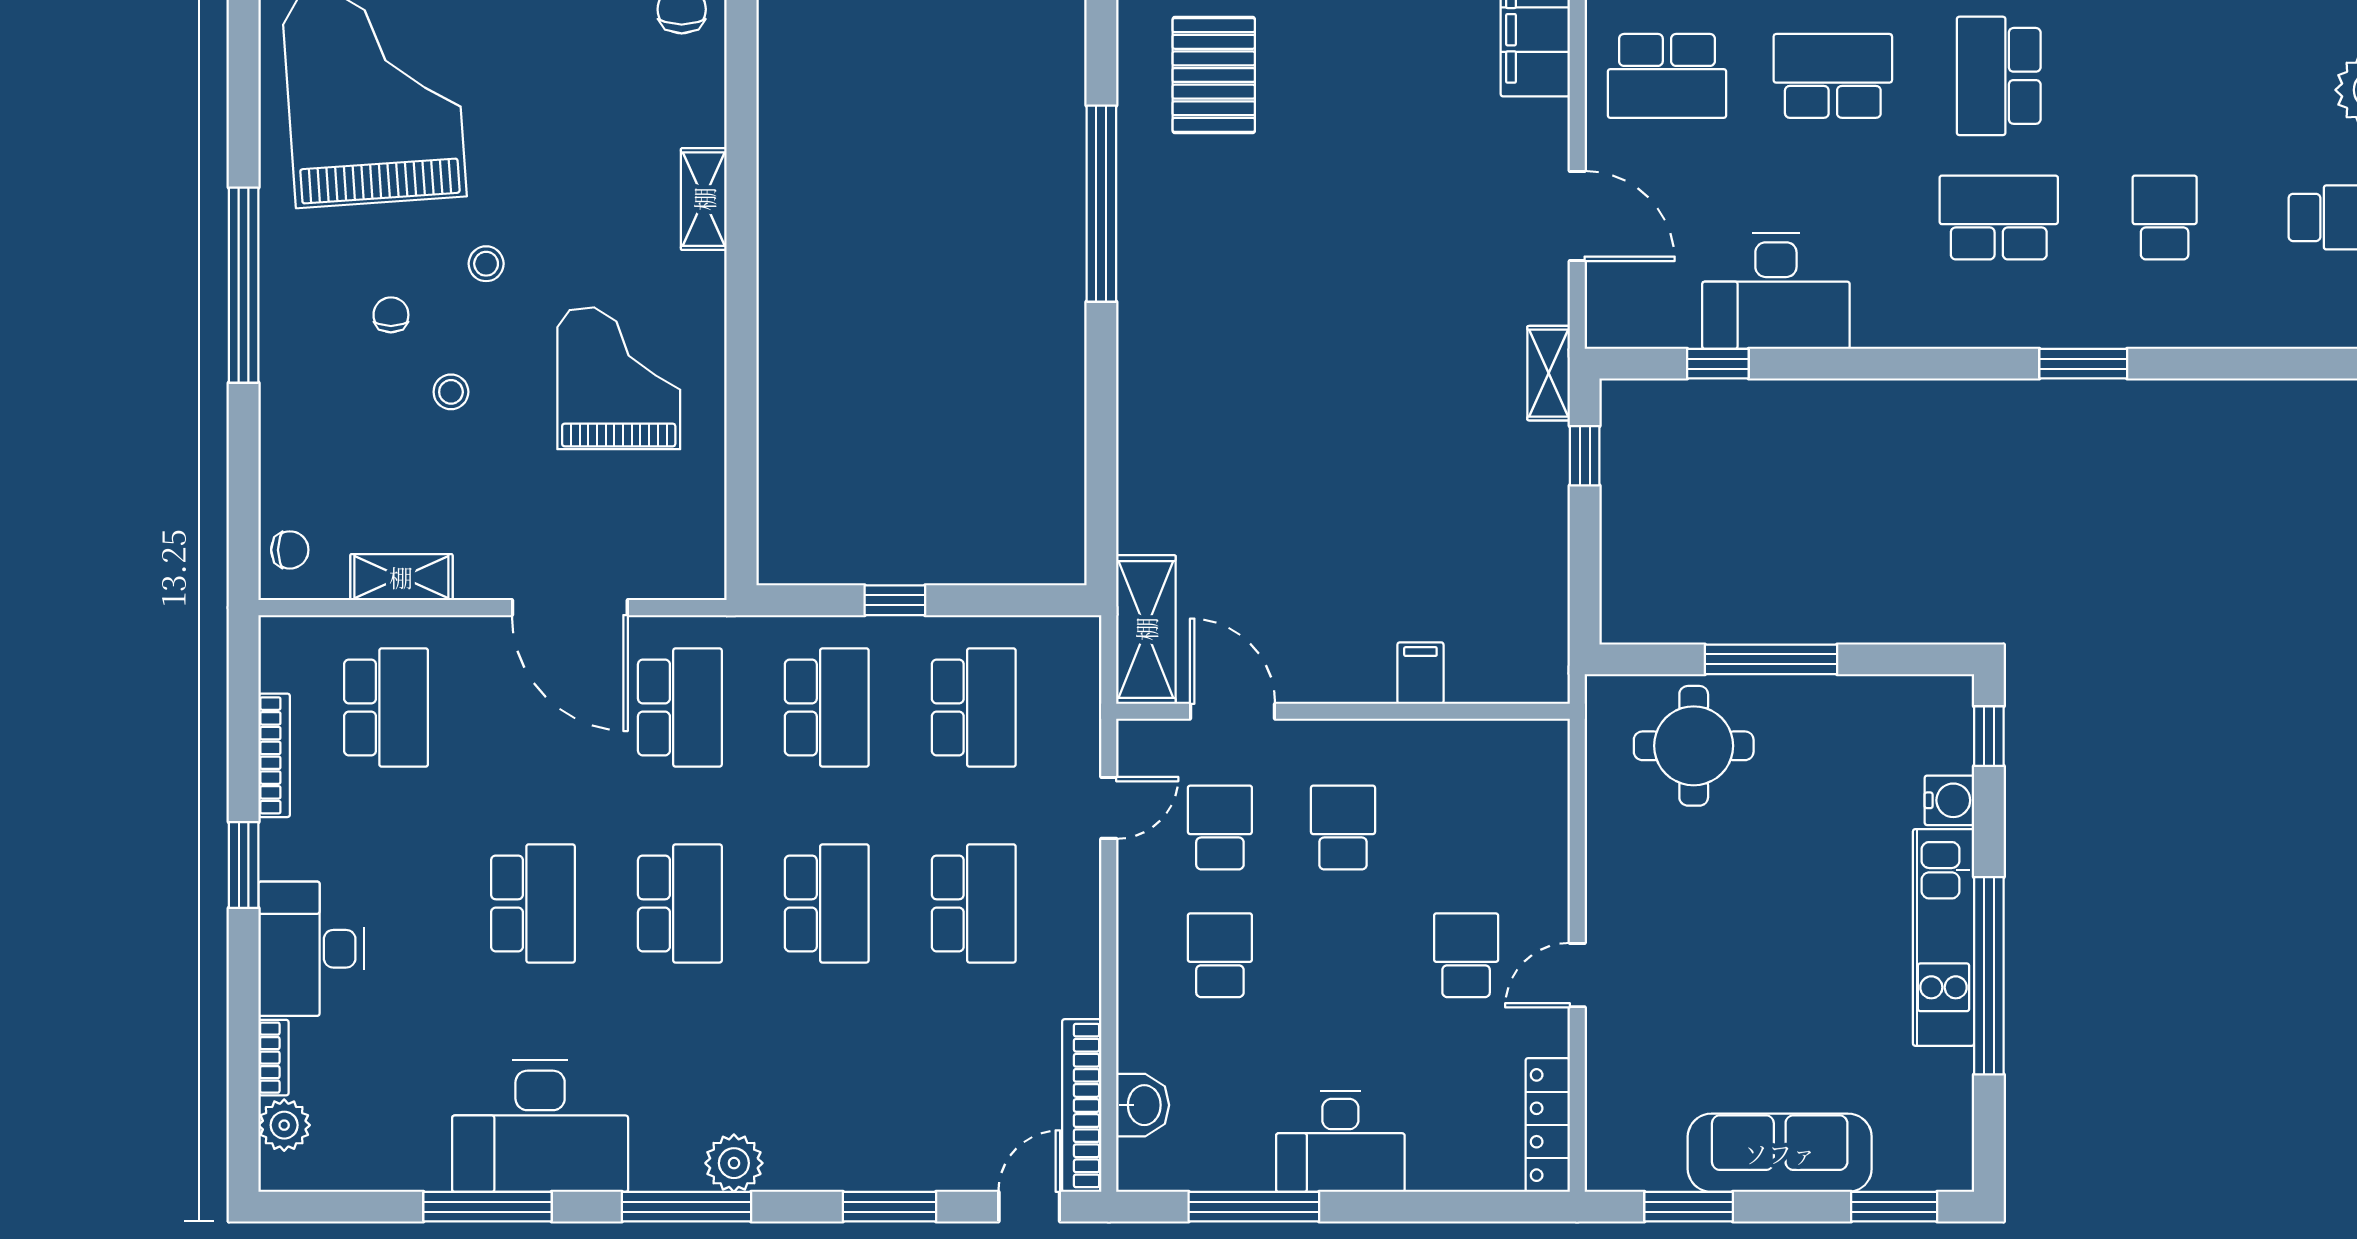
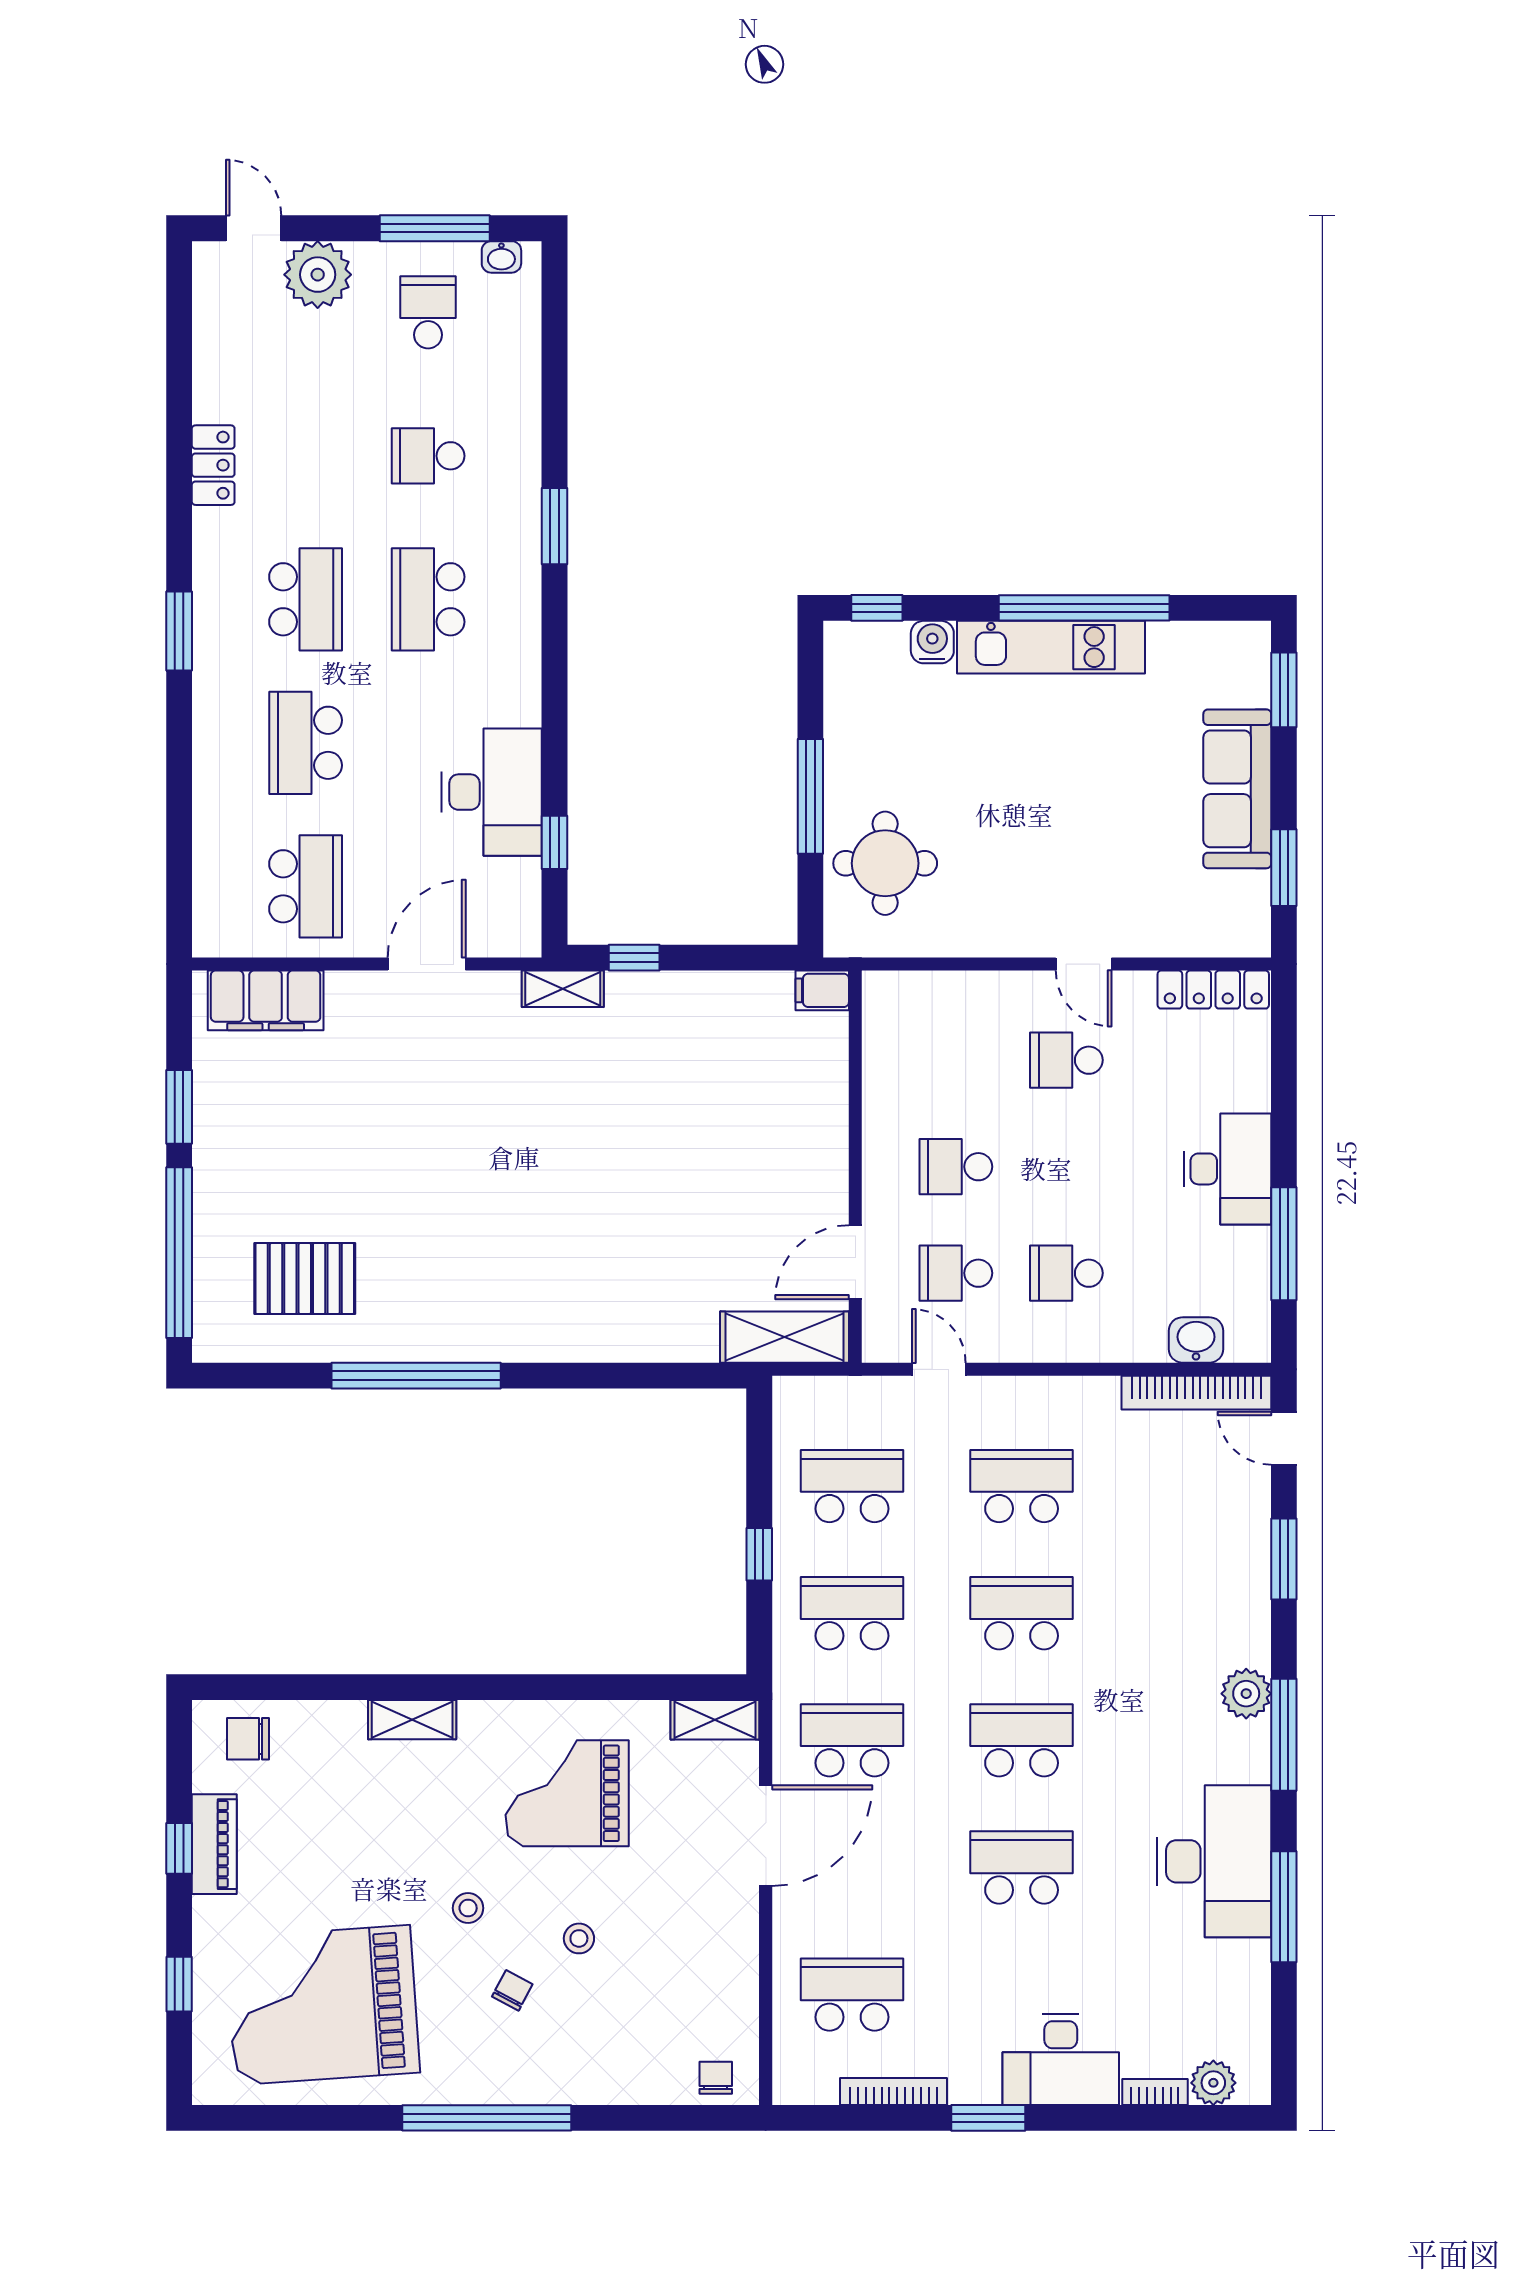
school desk: (1999, 76) -> (306, 599), turned -90
chair: (391, 315) -> (512, 1990), turned 118
shelving: (401, 577) -> (715, 1720), moved, turned 90
filing cabinet: (1420, 673) -> (822, 990), moved

